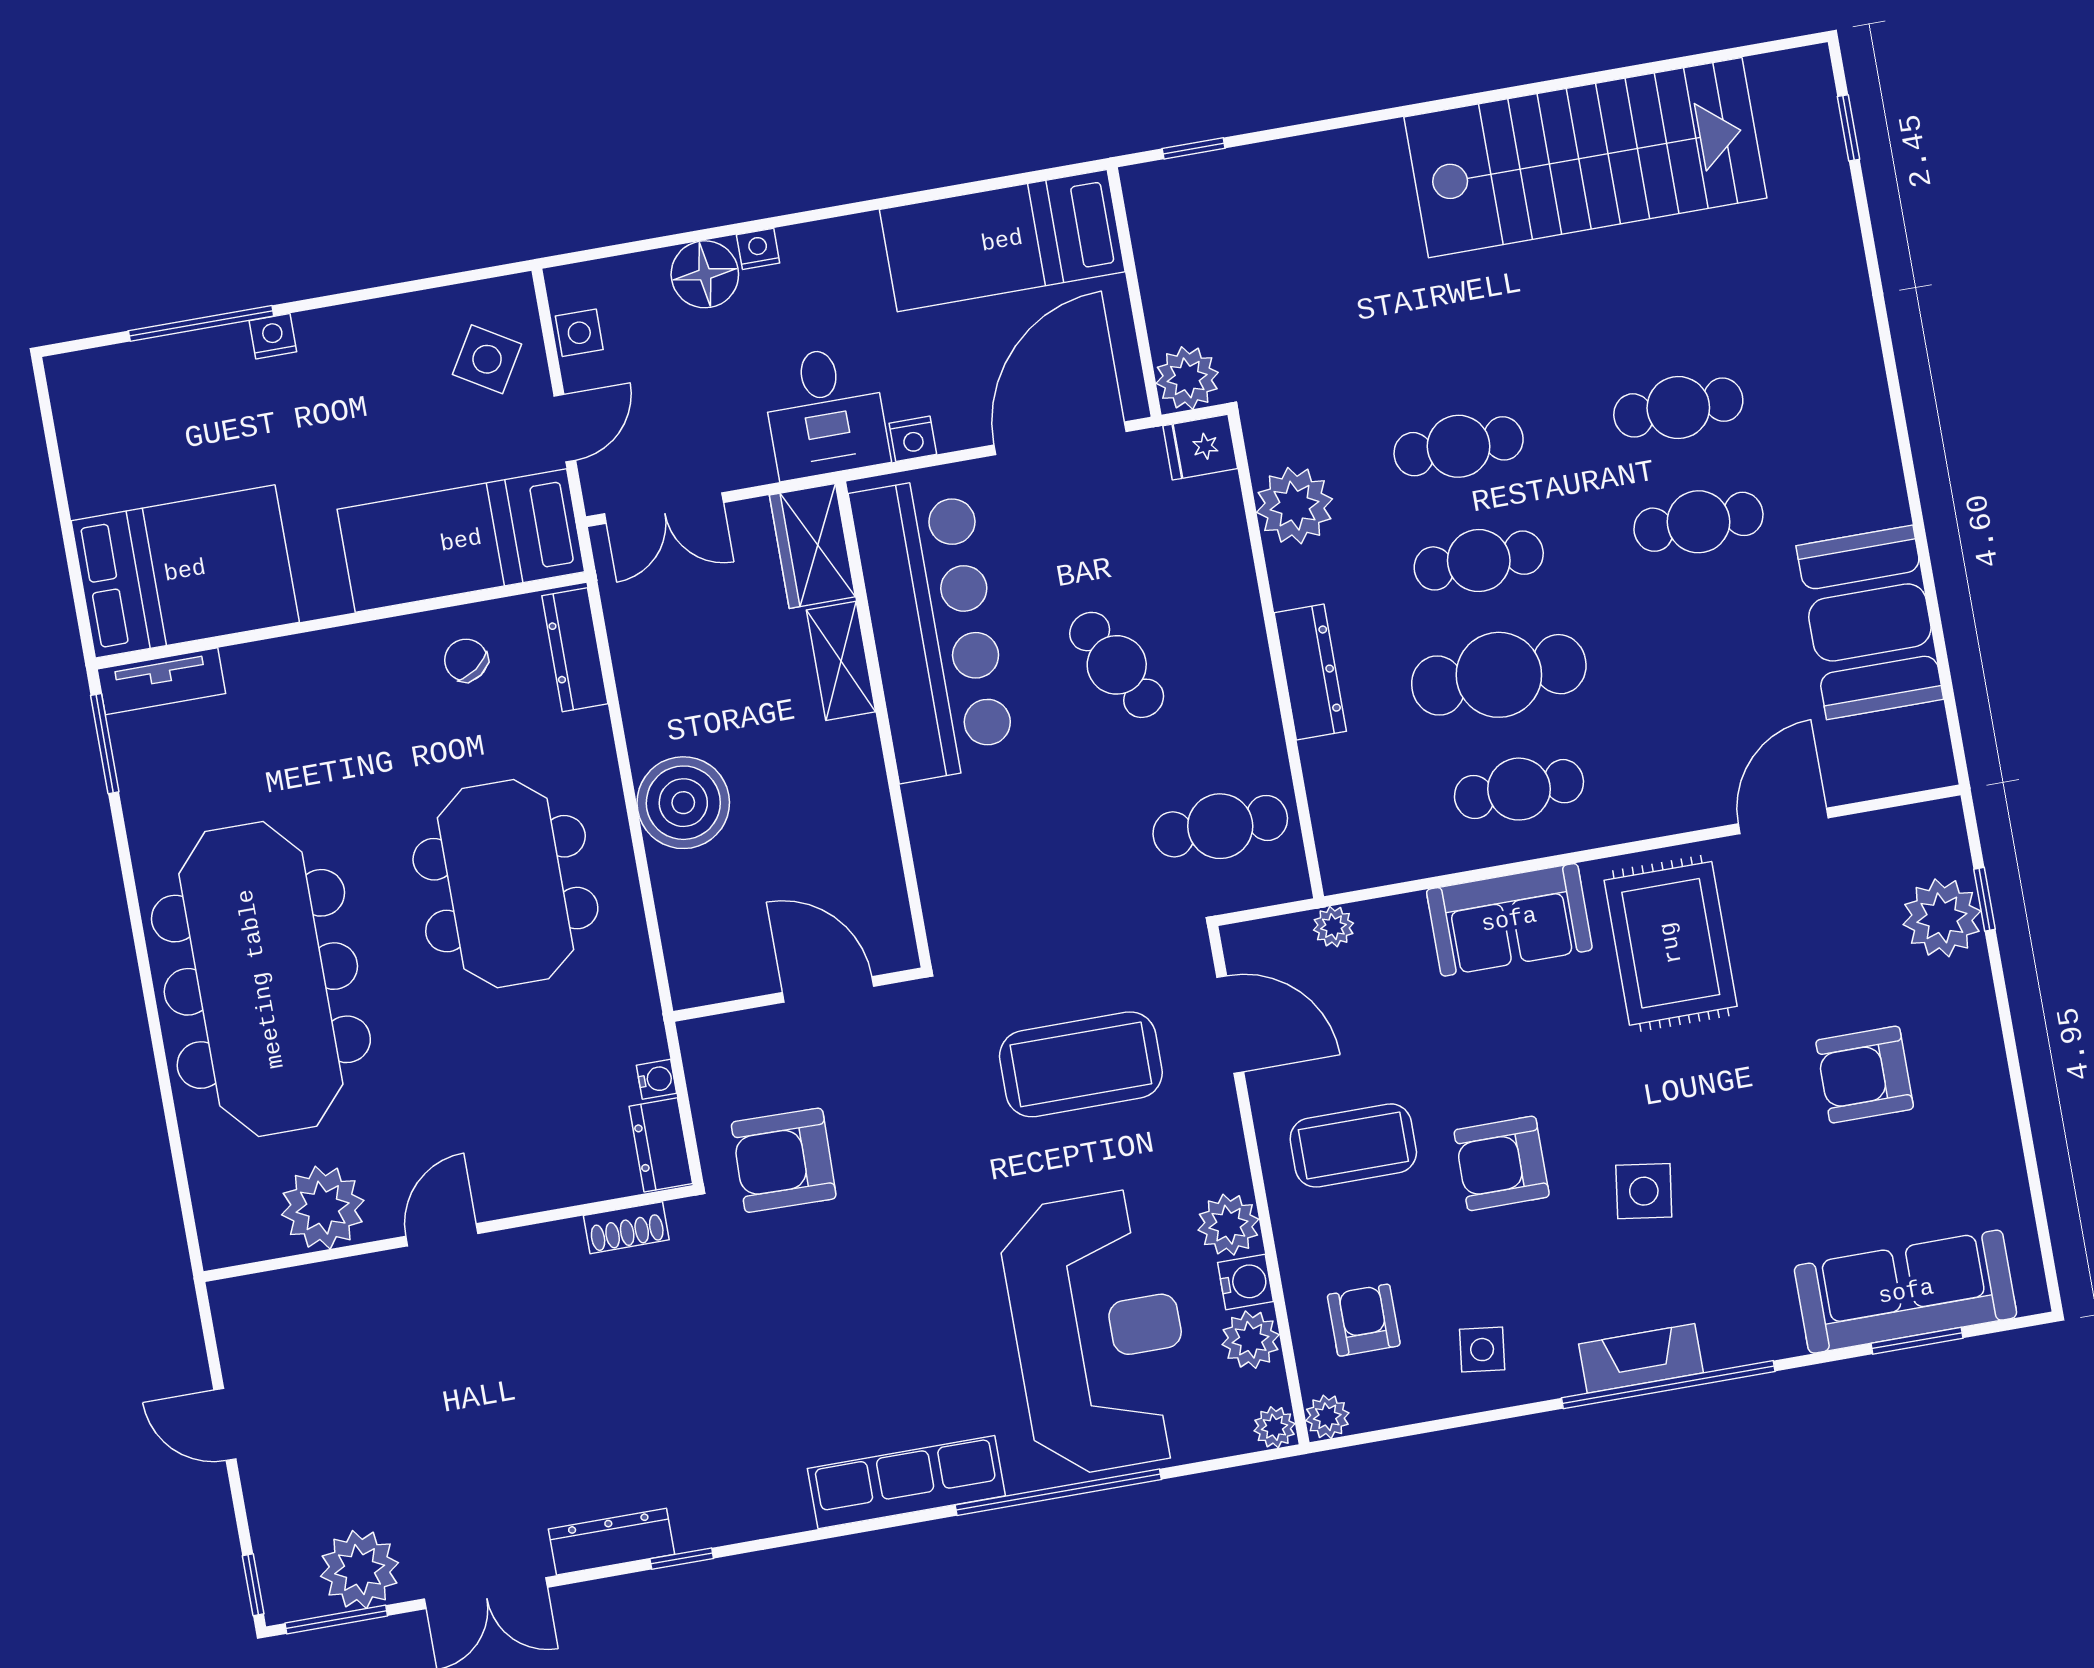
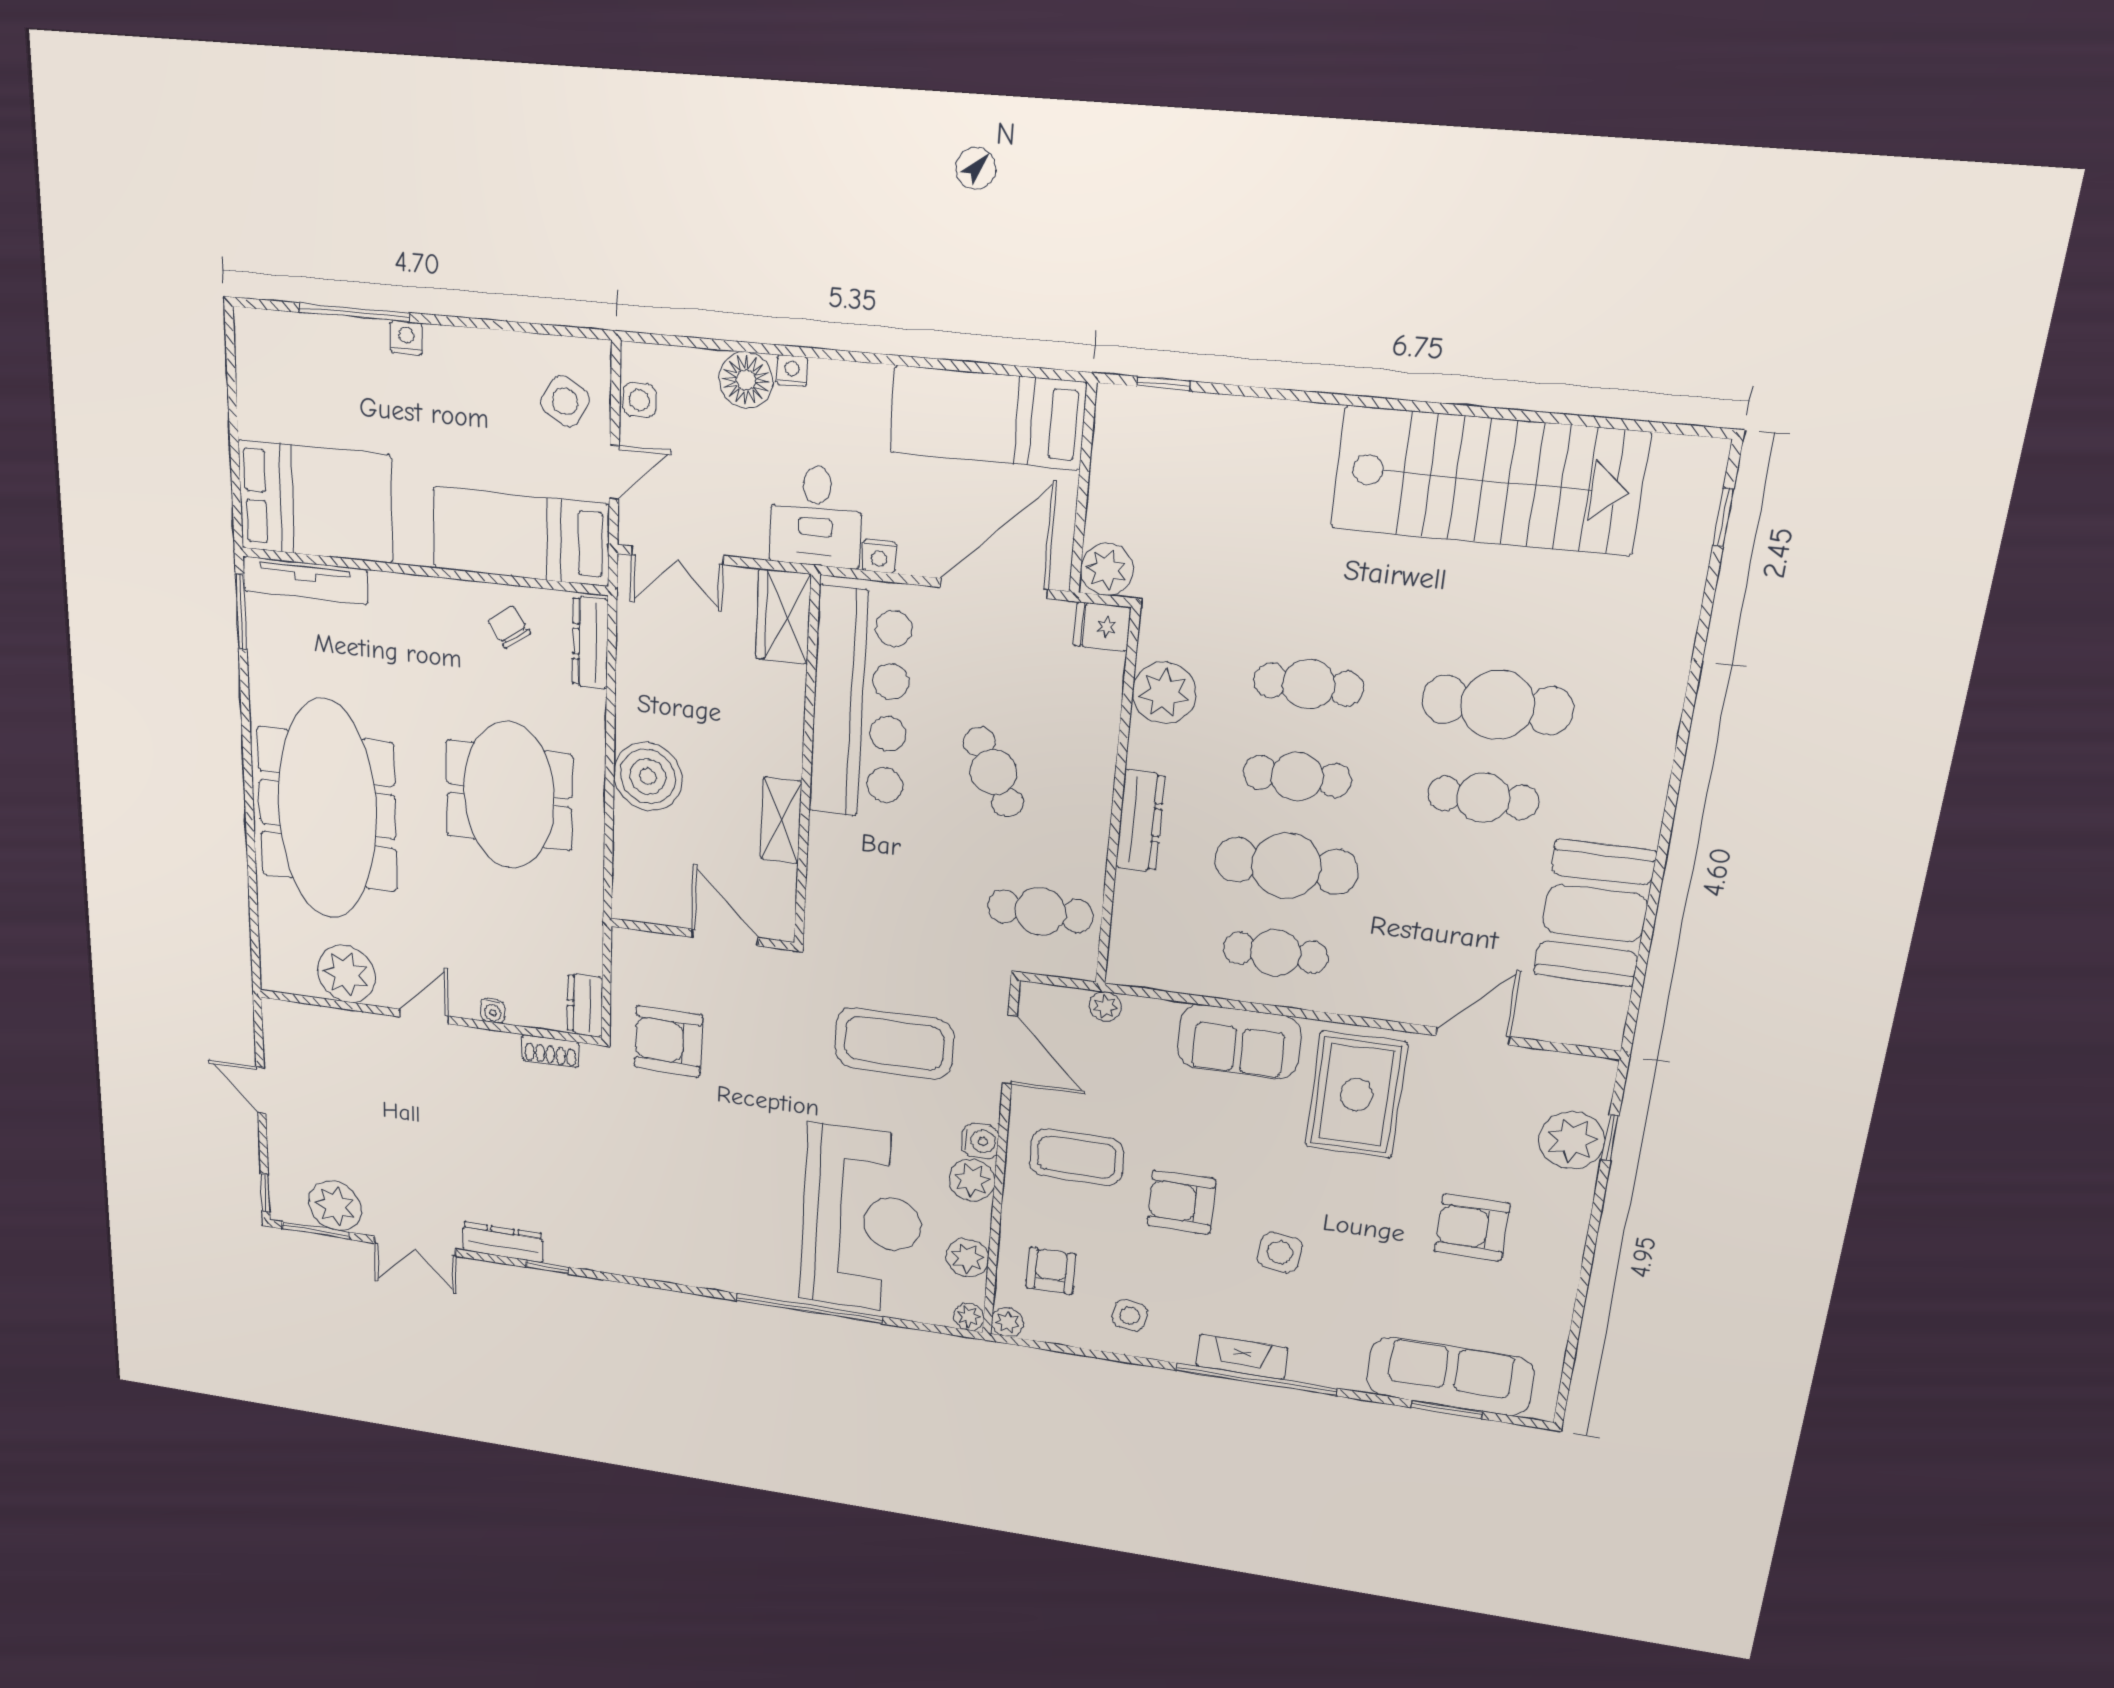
cafe table: (1678, 408) -> (1497, 705), width x1.37, depth x1.35
shelving: (841, 661) -> (781, 820), moved
tv unit: (161, 681) -> (305, 580), width x1.41
water cooler: (657, 1079) -> (493, 1011), moved, turned 90
water cooler: (1246, 1282) -> (980, 1141), moved
row of seats: (906, 1482) -> (707, 1270), removed

